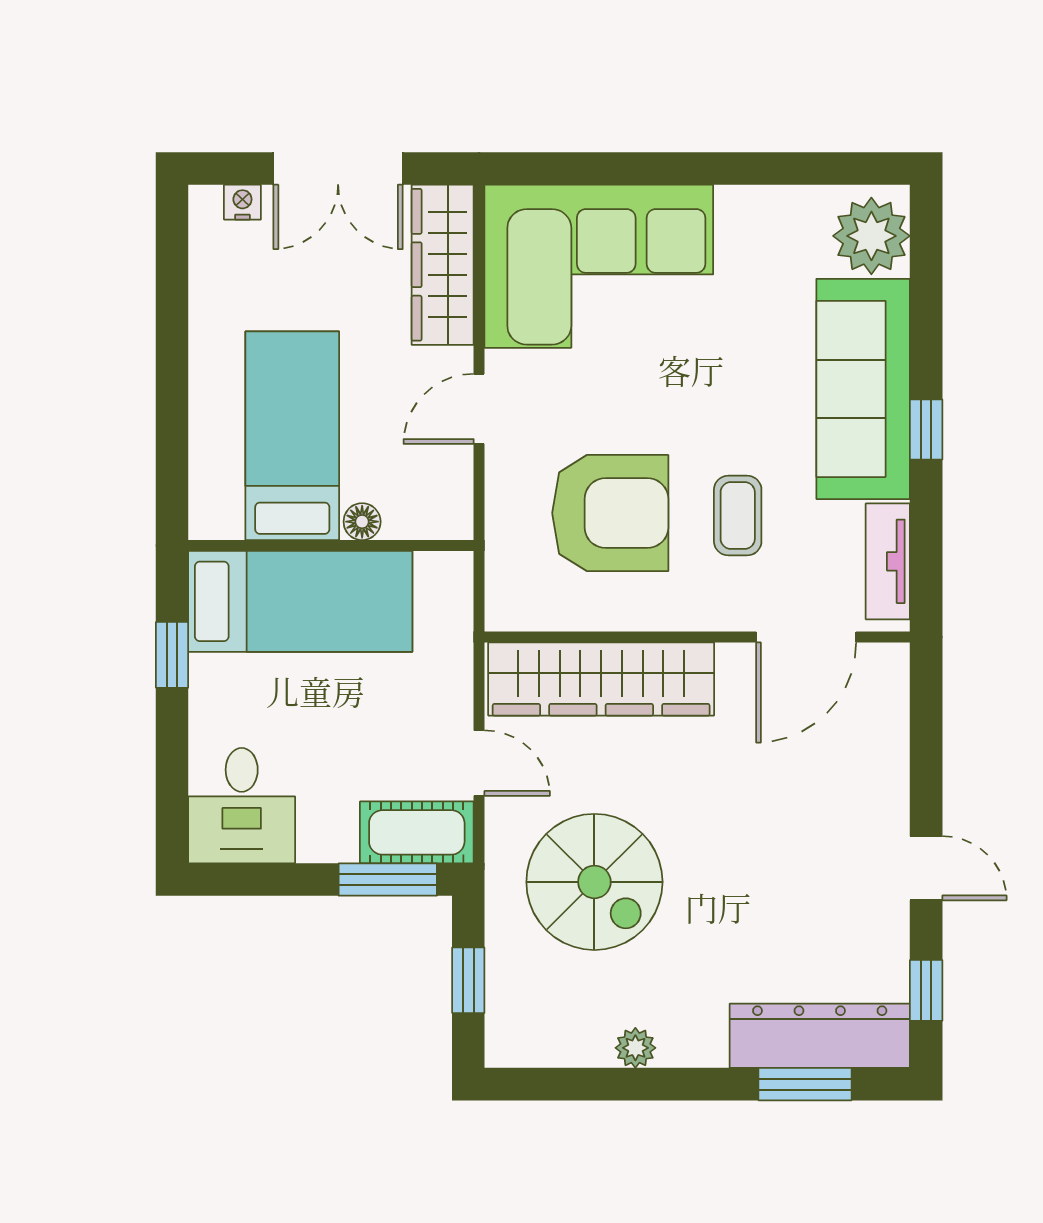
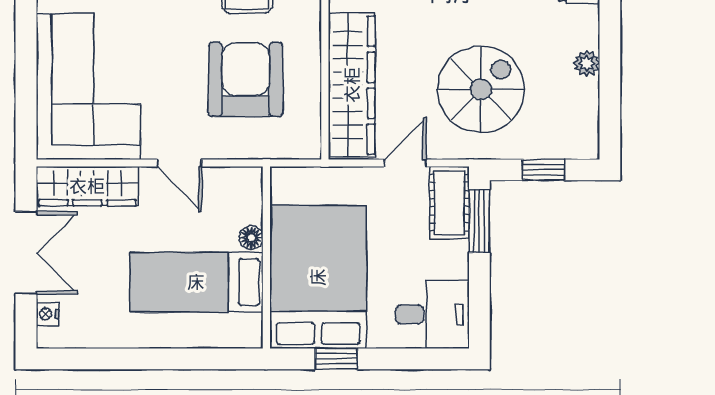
bed: (300, 601) -> (318, 277), width x1.50

